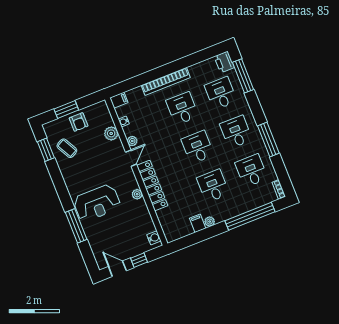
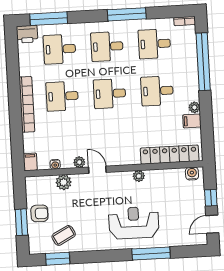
locker: (152, 186) -> (170, 155), moved
reception desk: (97, 203) -> (134, 223), turned -90

